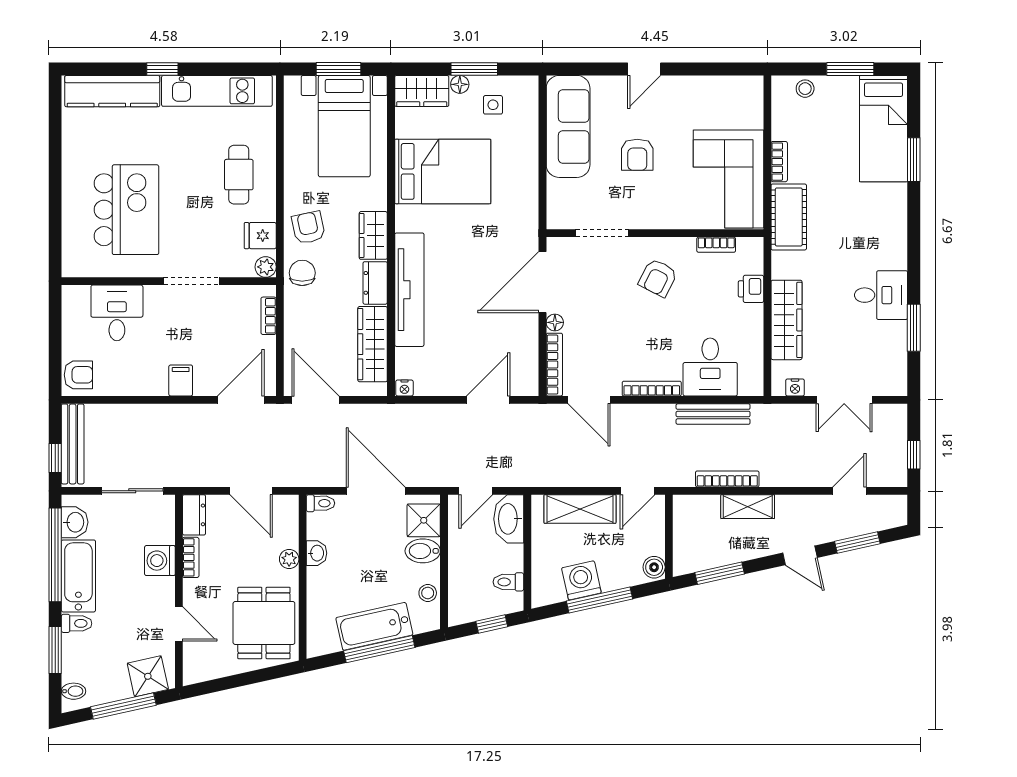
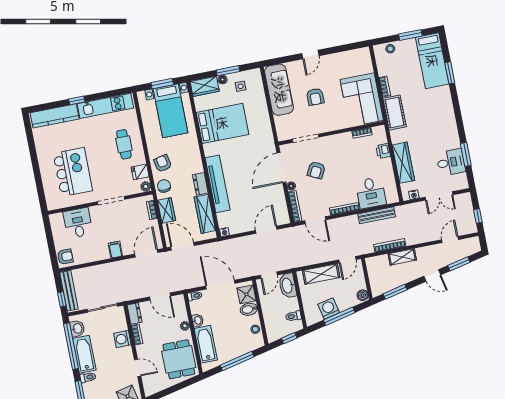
wardrobe: (373, 235) -> (166, 210), moved, turned 180
armchair: (658, 278) -> (316, 170), moved
desk: (881, 295) -> (451, 162), moved
bathtub: (374, 626) -> (206, 344), moved, turned 103

